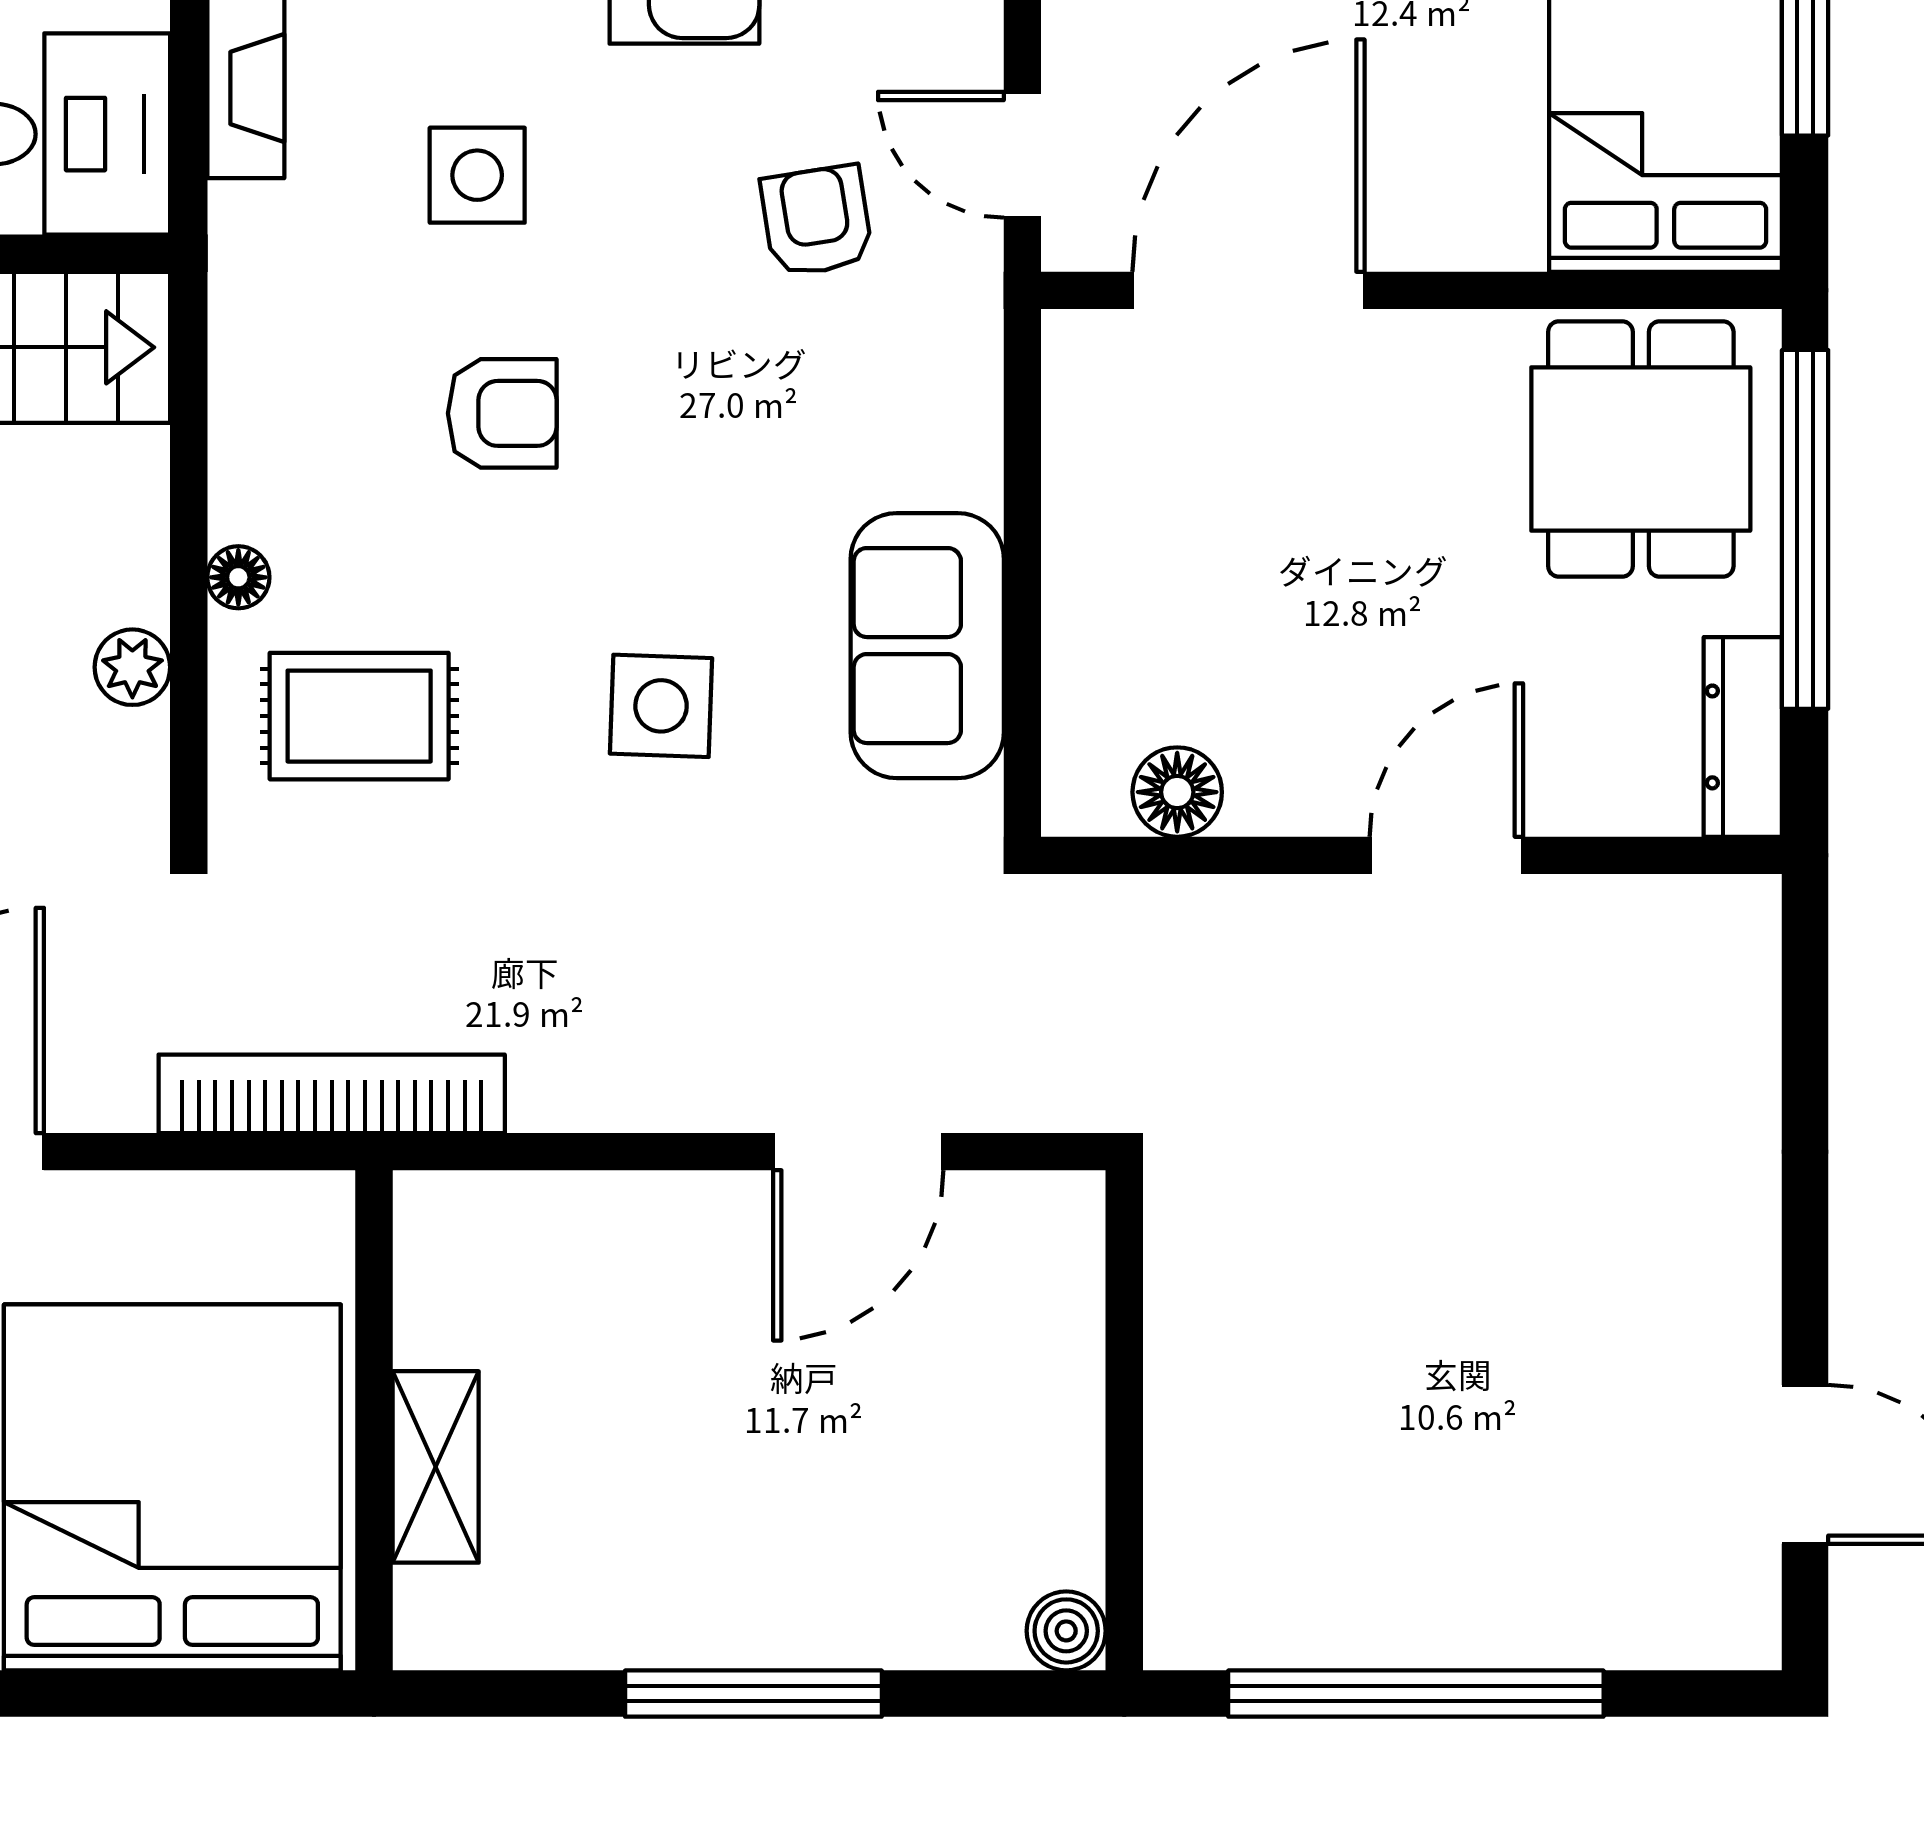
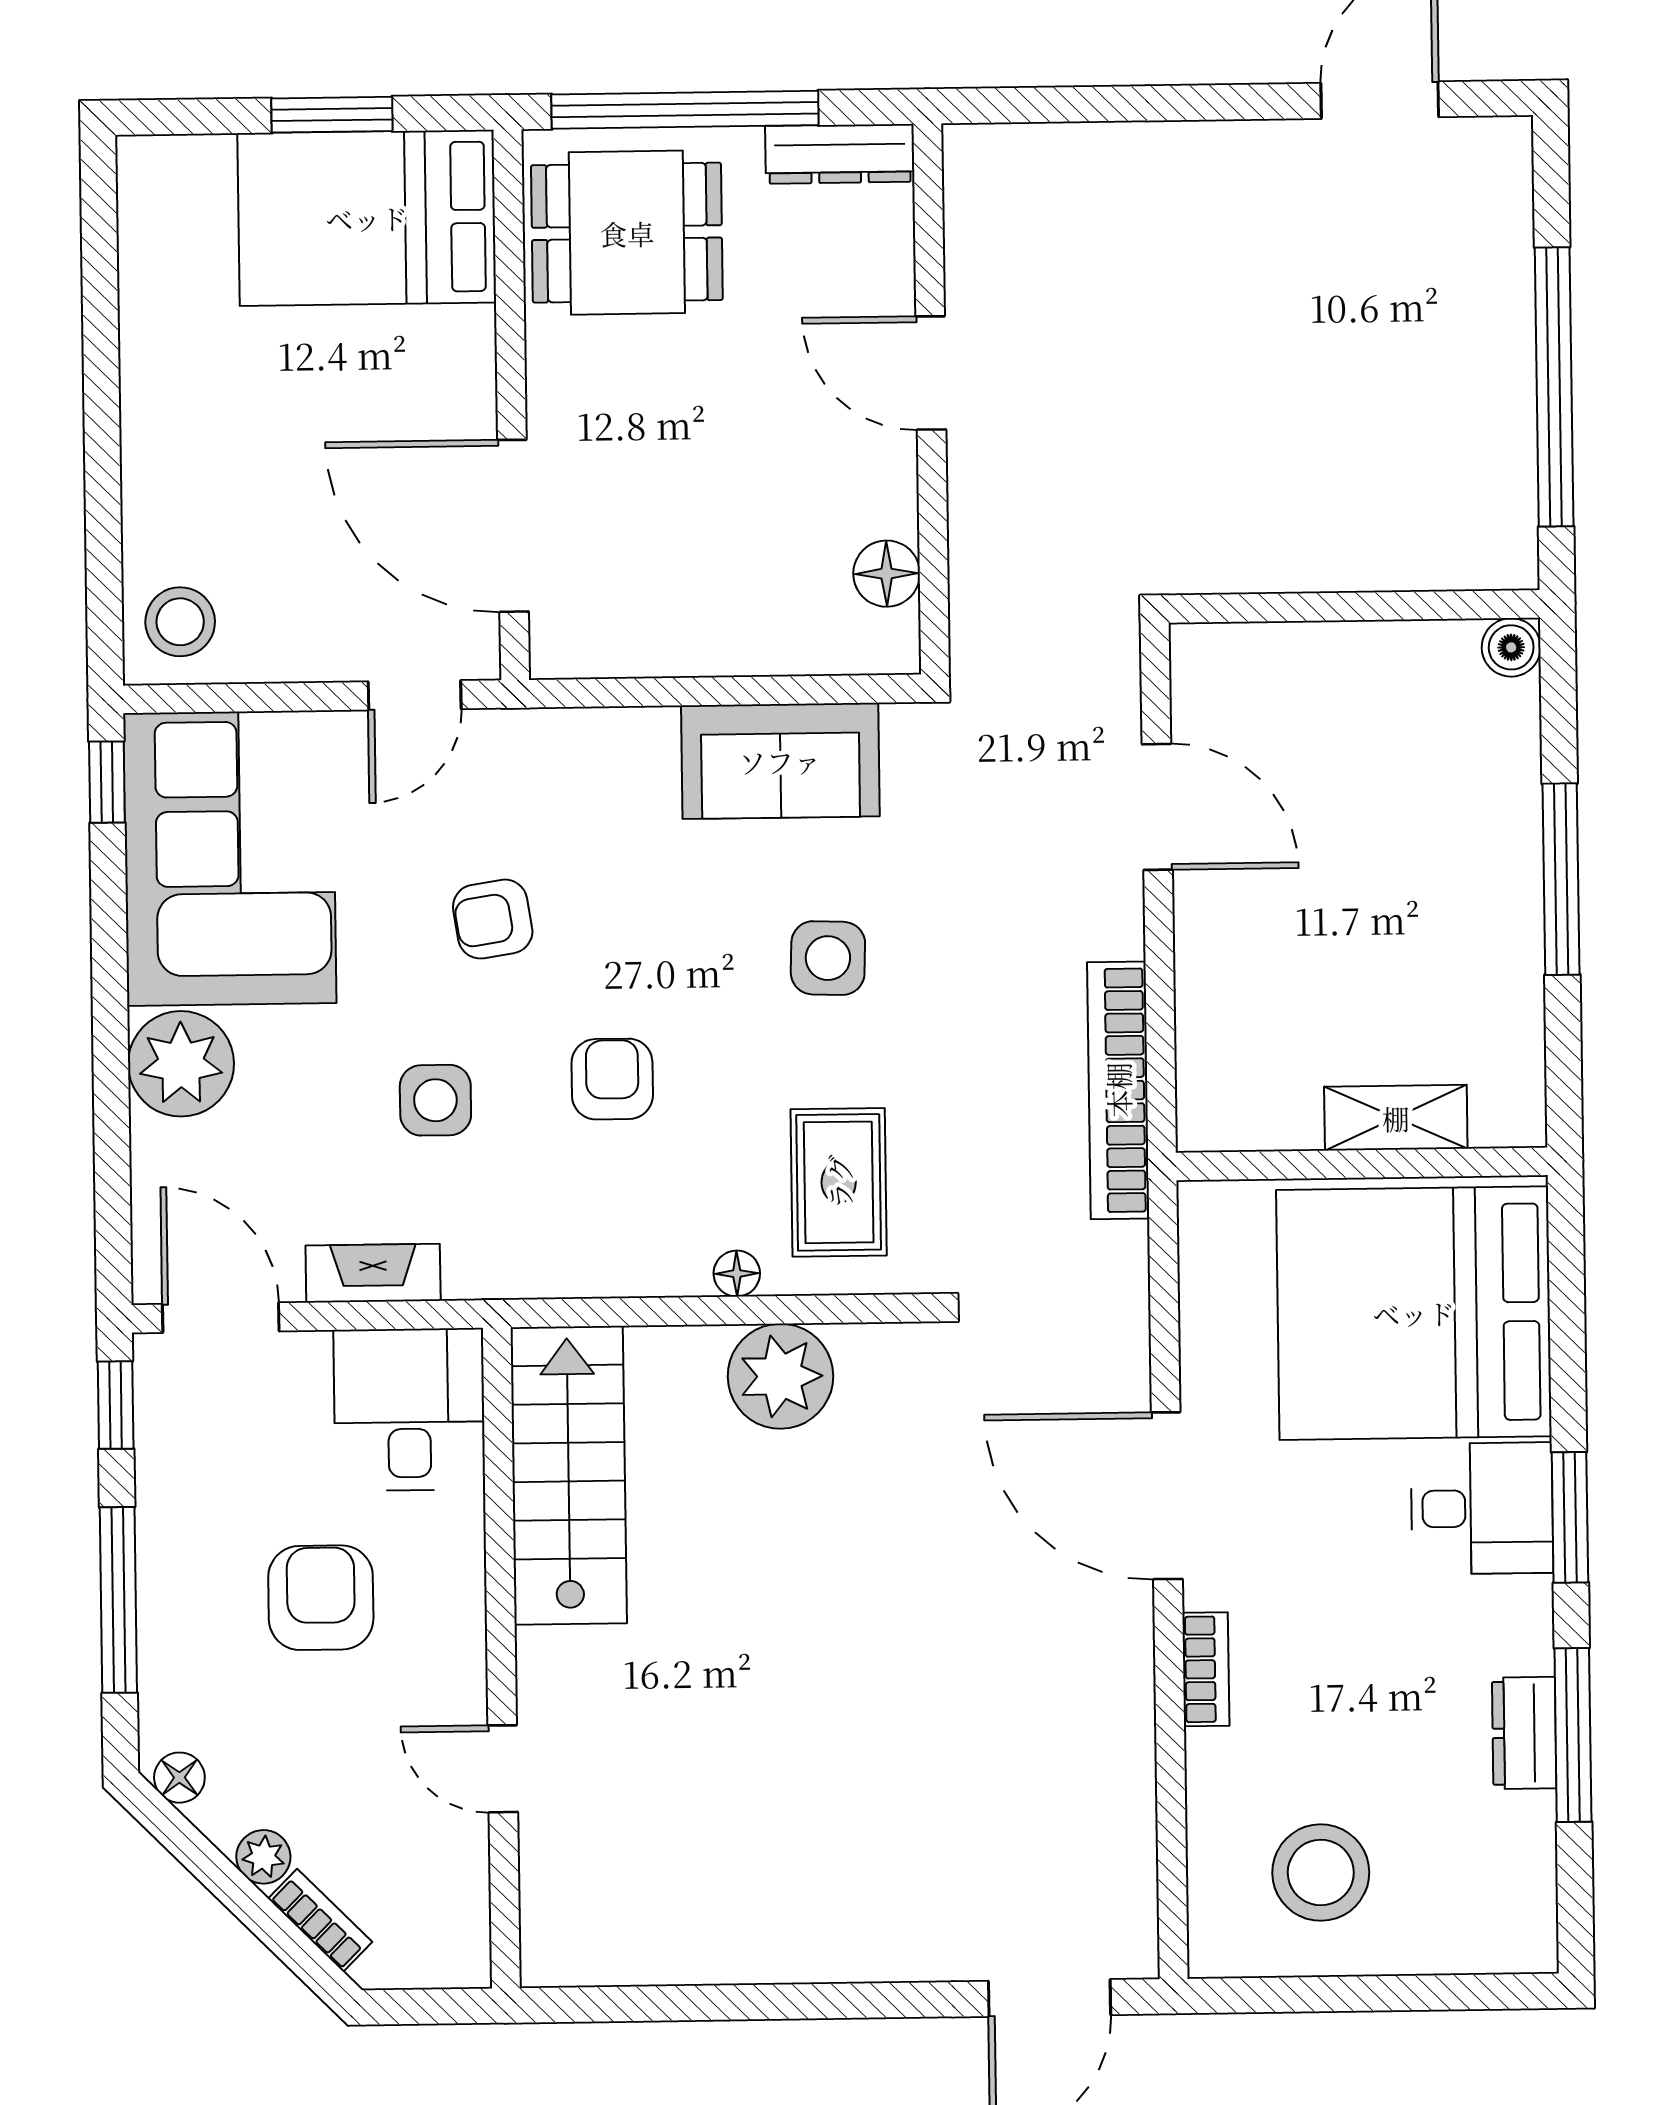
armchair: (817, 221) -> (493, 919), moved
plant: (132, 667) -> (780, 1376), width x1.88, depth x1.88
bookcase: (332, 1094) -> (1118, 1090), moved

